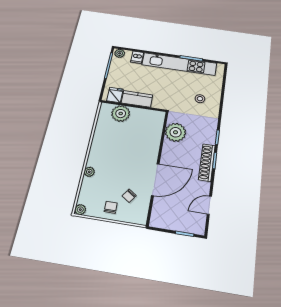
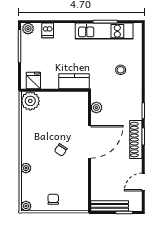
kitchen unit: (179, 64) -> (104, 31), width x0.73
kitchen counter: (137, 99) -> (74, 81), moved
plant: (121, 114) -> (30, 101), moved
plant: (176, 132) -> (96, 108), width x0.53, depth x0.53
door: (155, 180) -> (89, 142), moved
chair: (129, 196) -> (61, 150), moved
bench: (170, 224) -> (110, 206), added

